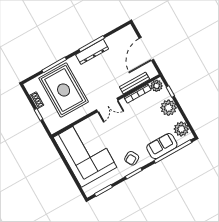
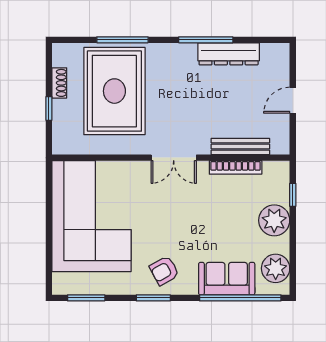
door: (146, 49) -> (293, 100), width x0.53
dresser: (92, 52) -> (229, 54), moved
plant: (157, 86) -> (275, 172), removed

